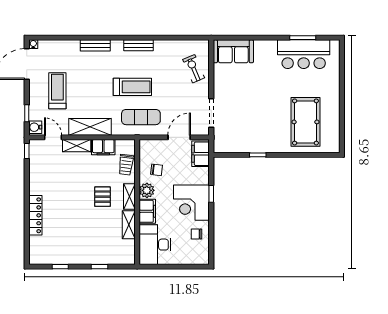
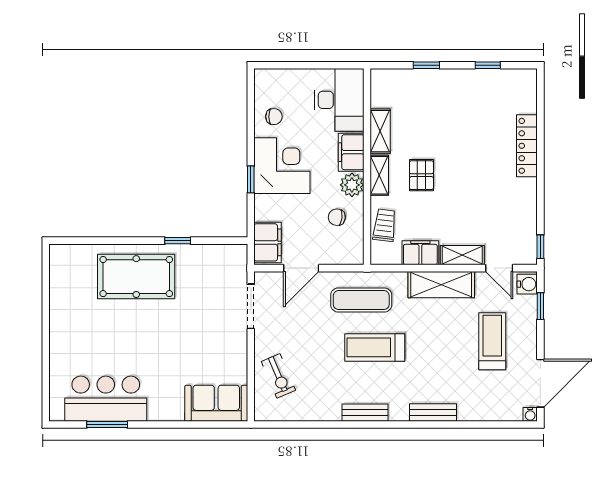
treadmill: (57, 91) -> (492, 341), turned 180
pool table: (305, 122) -> (136, 277), moved, turned 90

